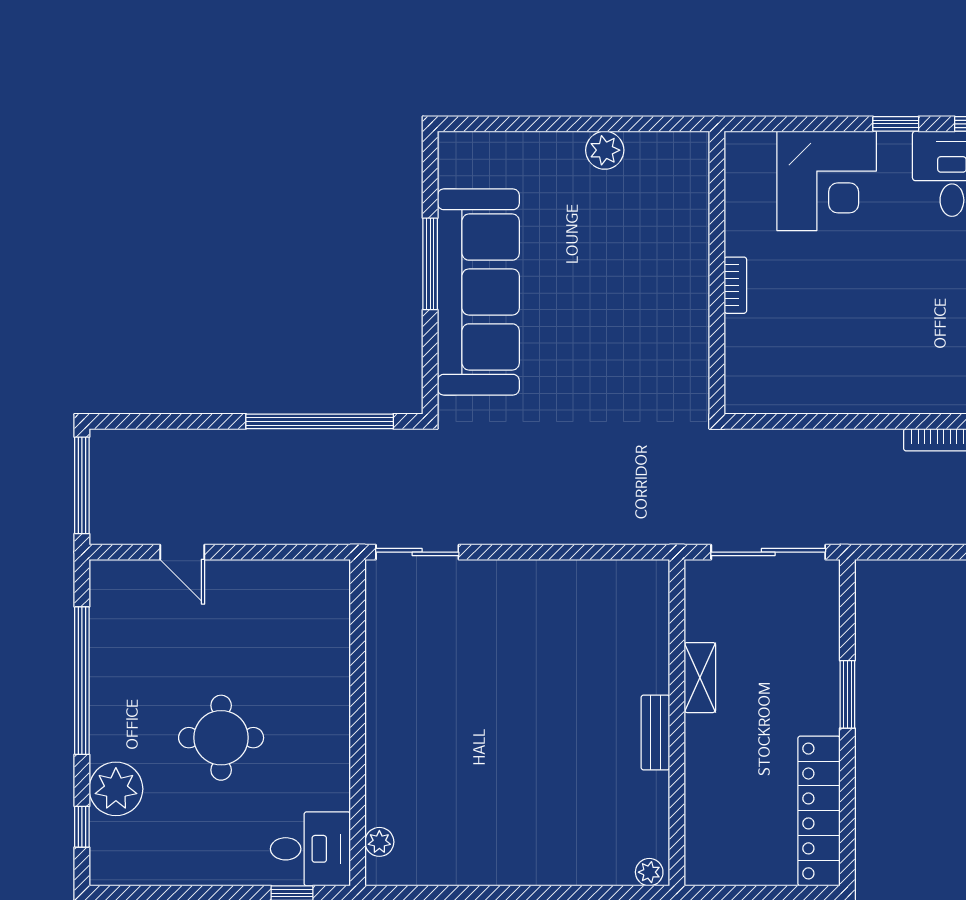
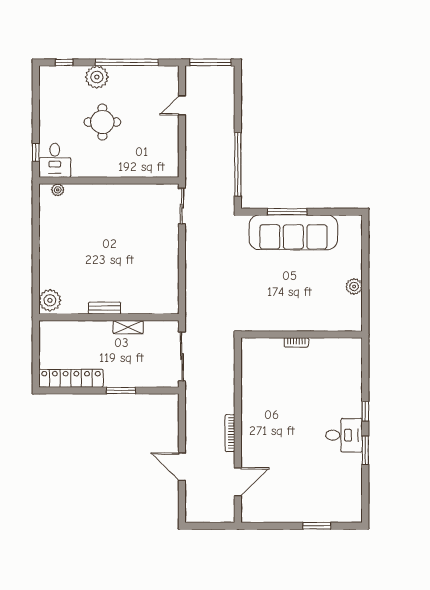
corner desk: (827, 181) -> (341, 382), removed
window: (430, 264) -> (287, 212), moved
plant: (116, 789) -> (97, 77), moved
plant: (649, 872) -> (50, 300), width x1.87, depth x1.87

